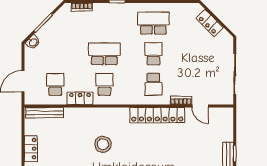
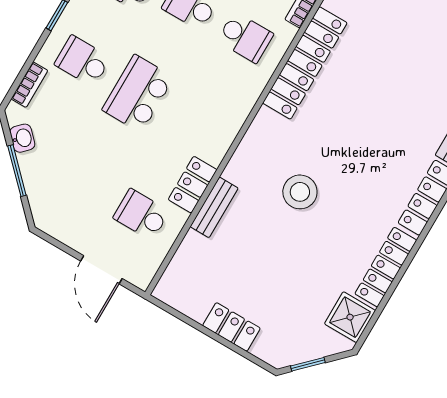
washbasin: (33, 42) -> (22, 138), moved
school desk: (104, 84) -> (83, 61), moved
bench: (44, 113) -> (214, 207), moved, width x0.73

